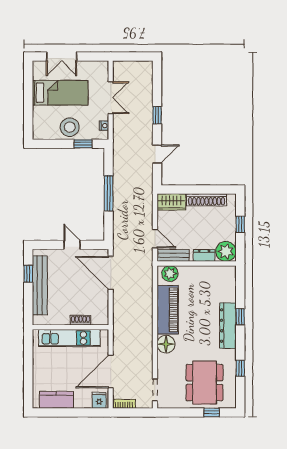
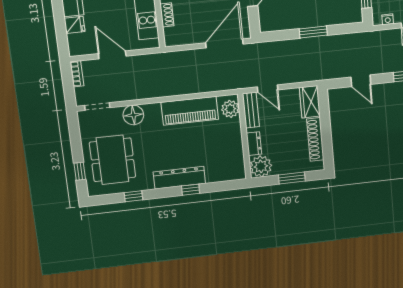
window: (109, 193) -> (313, 32), width x0.69
window: (240, 224) -> (292, 178), width x1.50
door: (155, 239) -> (268, 88), hinge flipped
floor lamp: (166, 344) -> (133, 115), moved
door: (111, 371) -> (112, 55), width x0.73
dining table: (204, 383) -> (113, 160), turned 90
fridge: (99, 400) -> (75, 25), moved

